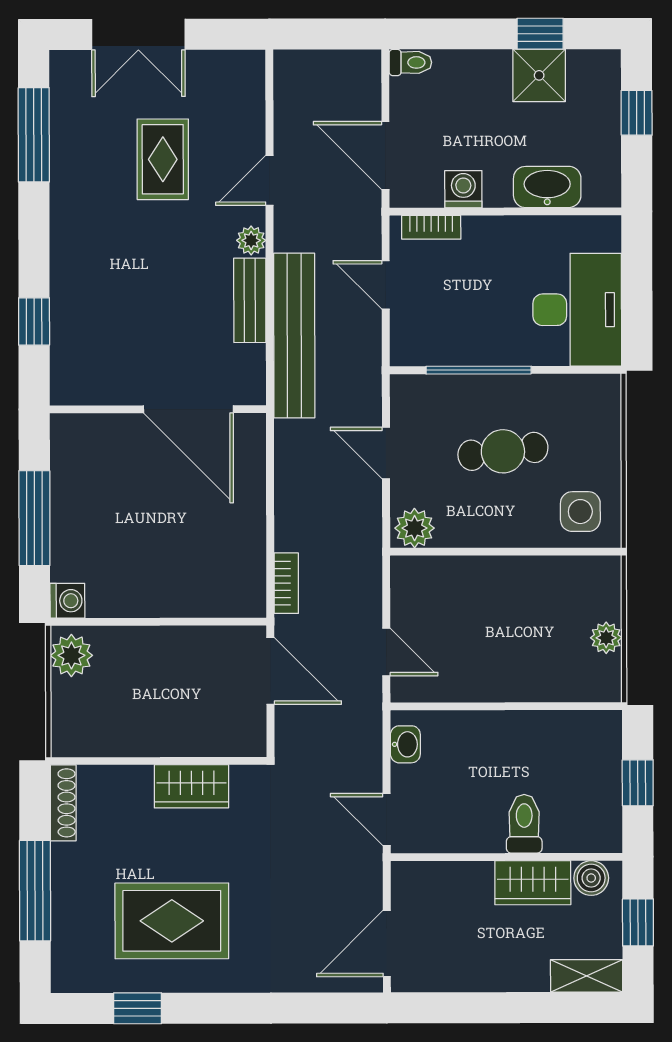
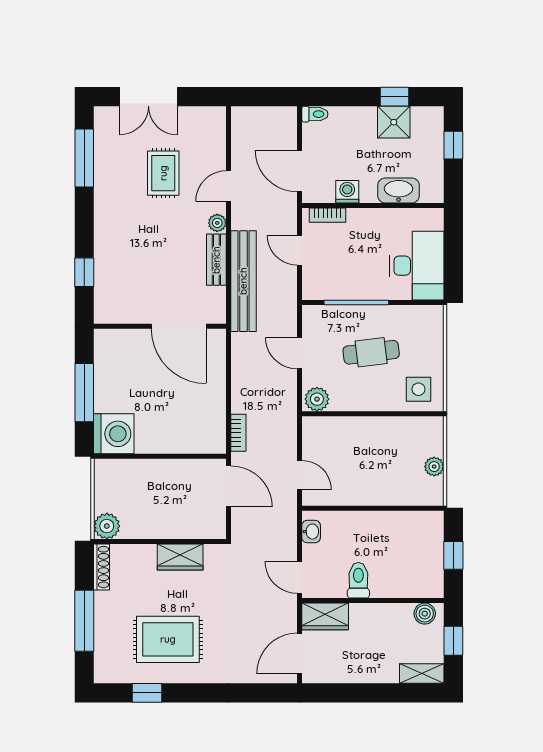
washing machine: (67, 601) -> (114, 434), width x1.89, depth x1.89
plant: (71, 655) -> (107, 526), moved
toilet: (524, 824) -> (358, 580), moved
wardrobe: (533, 883) -> (325, 616), moved

